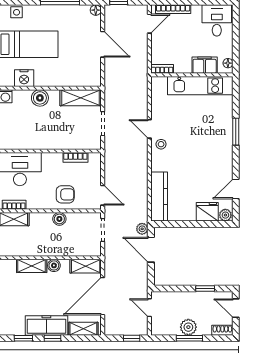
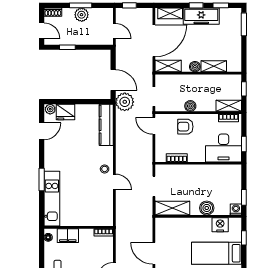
kitchen unit: (200, 86) -> (52, 199), moved, turned 90
plant: (142, 229) -> (125, 102), width x1.88, depth x1.88

